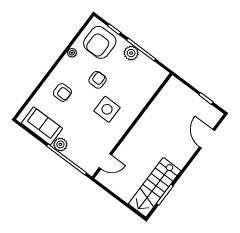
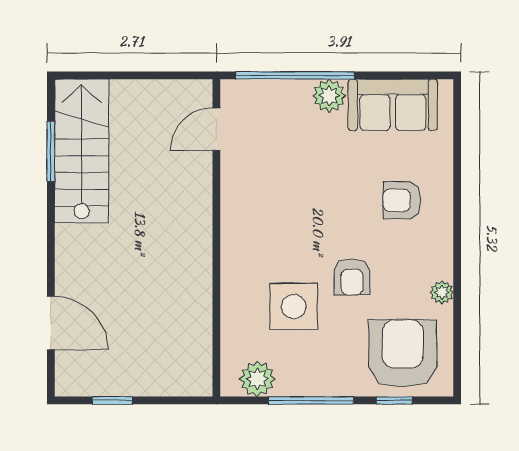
plant: (131, 53) -> (257, 379), moved
side table: (107, 109) -> (294, 306), moved

